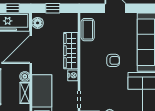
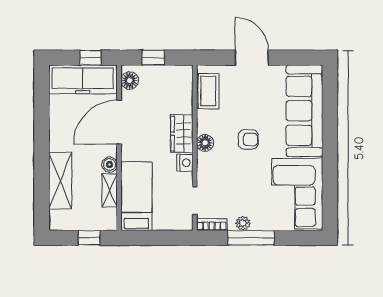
wardrobe: (71, 51) -> (182, 134), width x0.67
floor lamp: (86, 63) -> (205, 143), added

